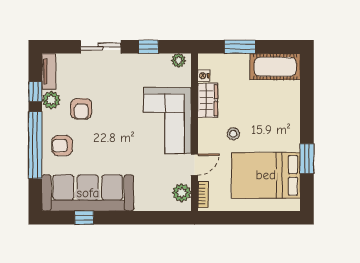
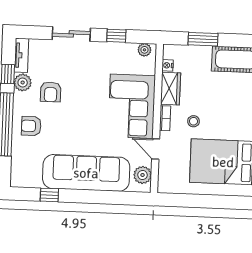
door: (195, 165) -> (156, 149), swing flipped
sofa: (88, 193) -> (86, 173), moved
bookcase: (203, 194) -> (165, 118), moved

